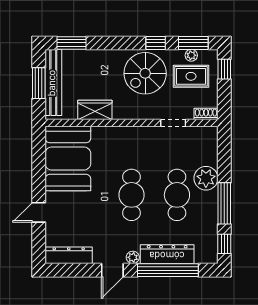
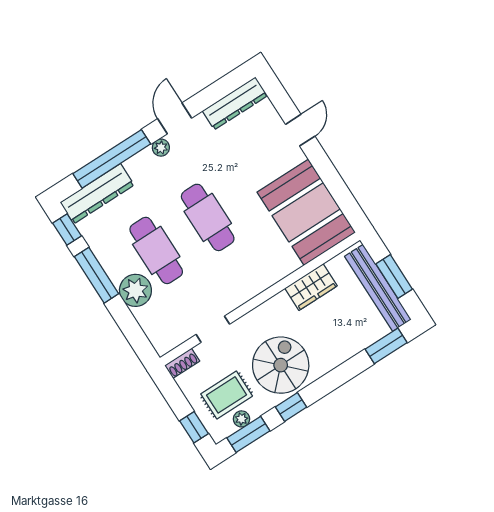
dresser: (167, 254) -> (97, 194), moved

